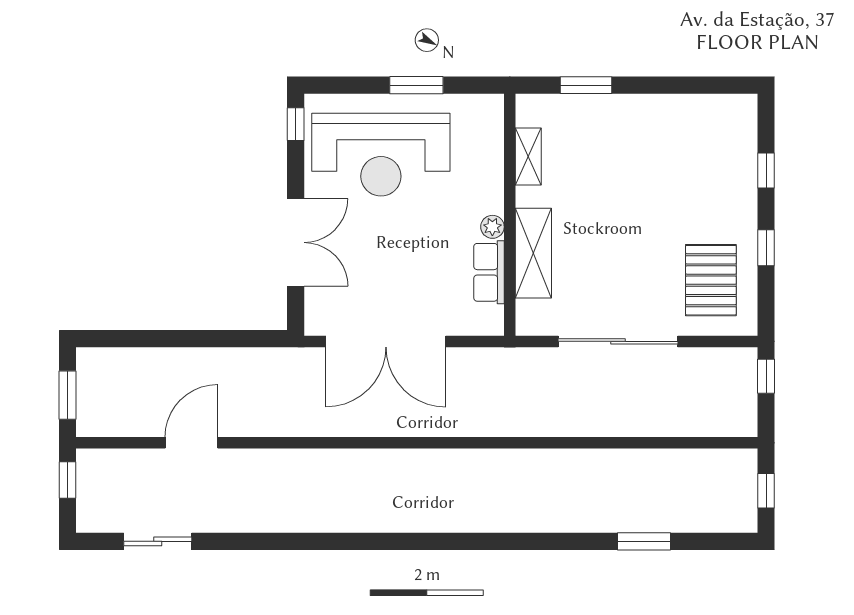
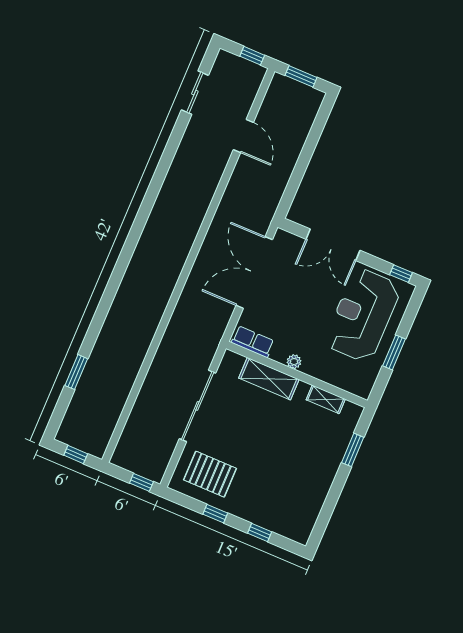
row of seats: (489, 272) -> (253, 342), moved

